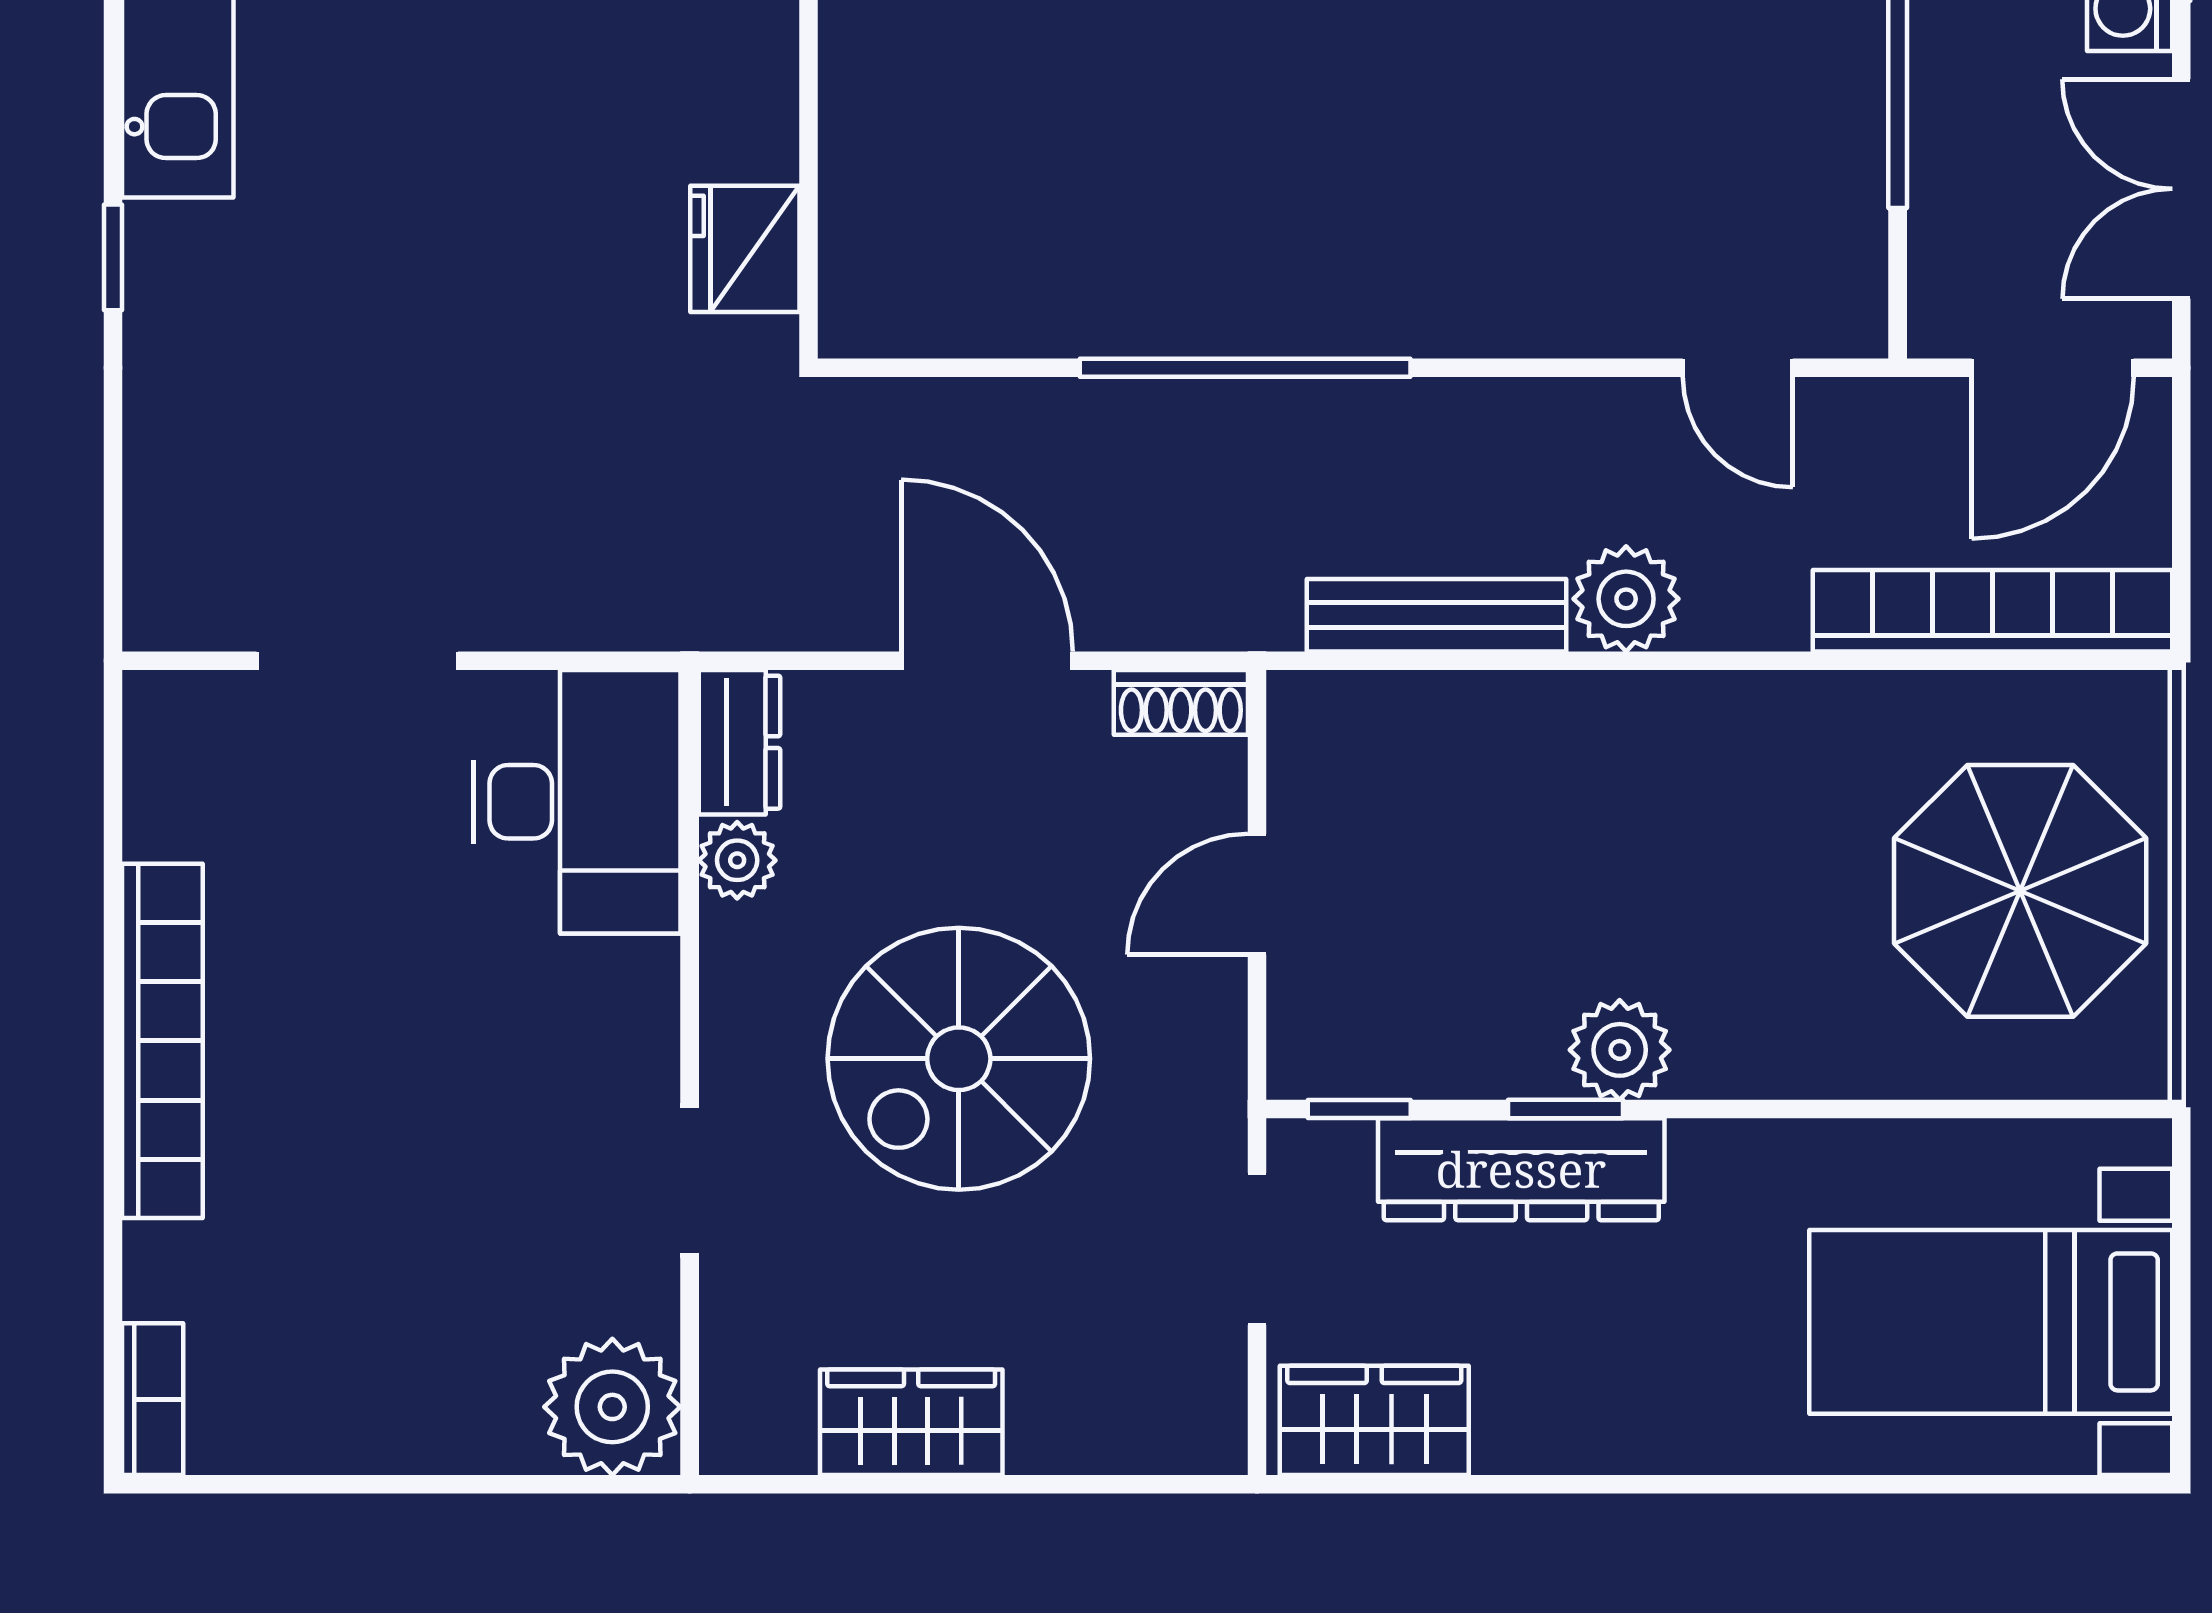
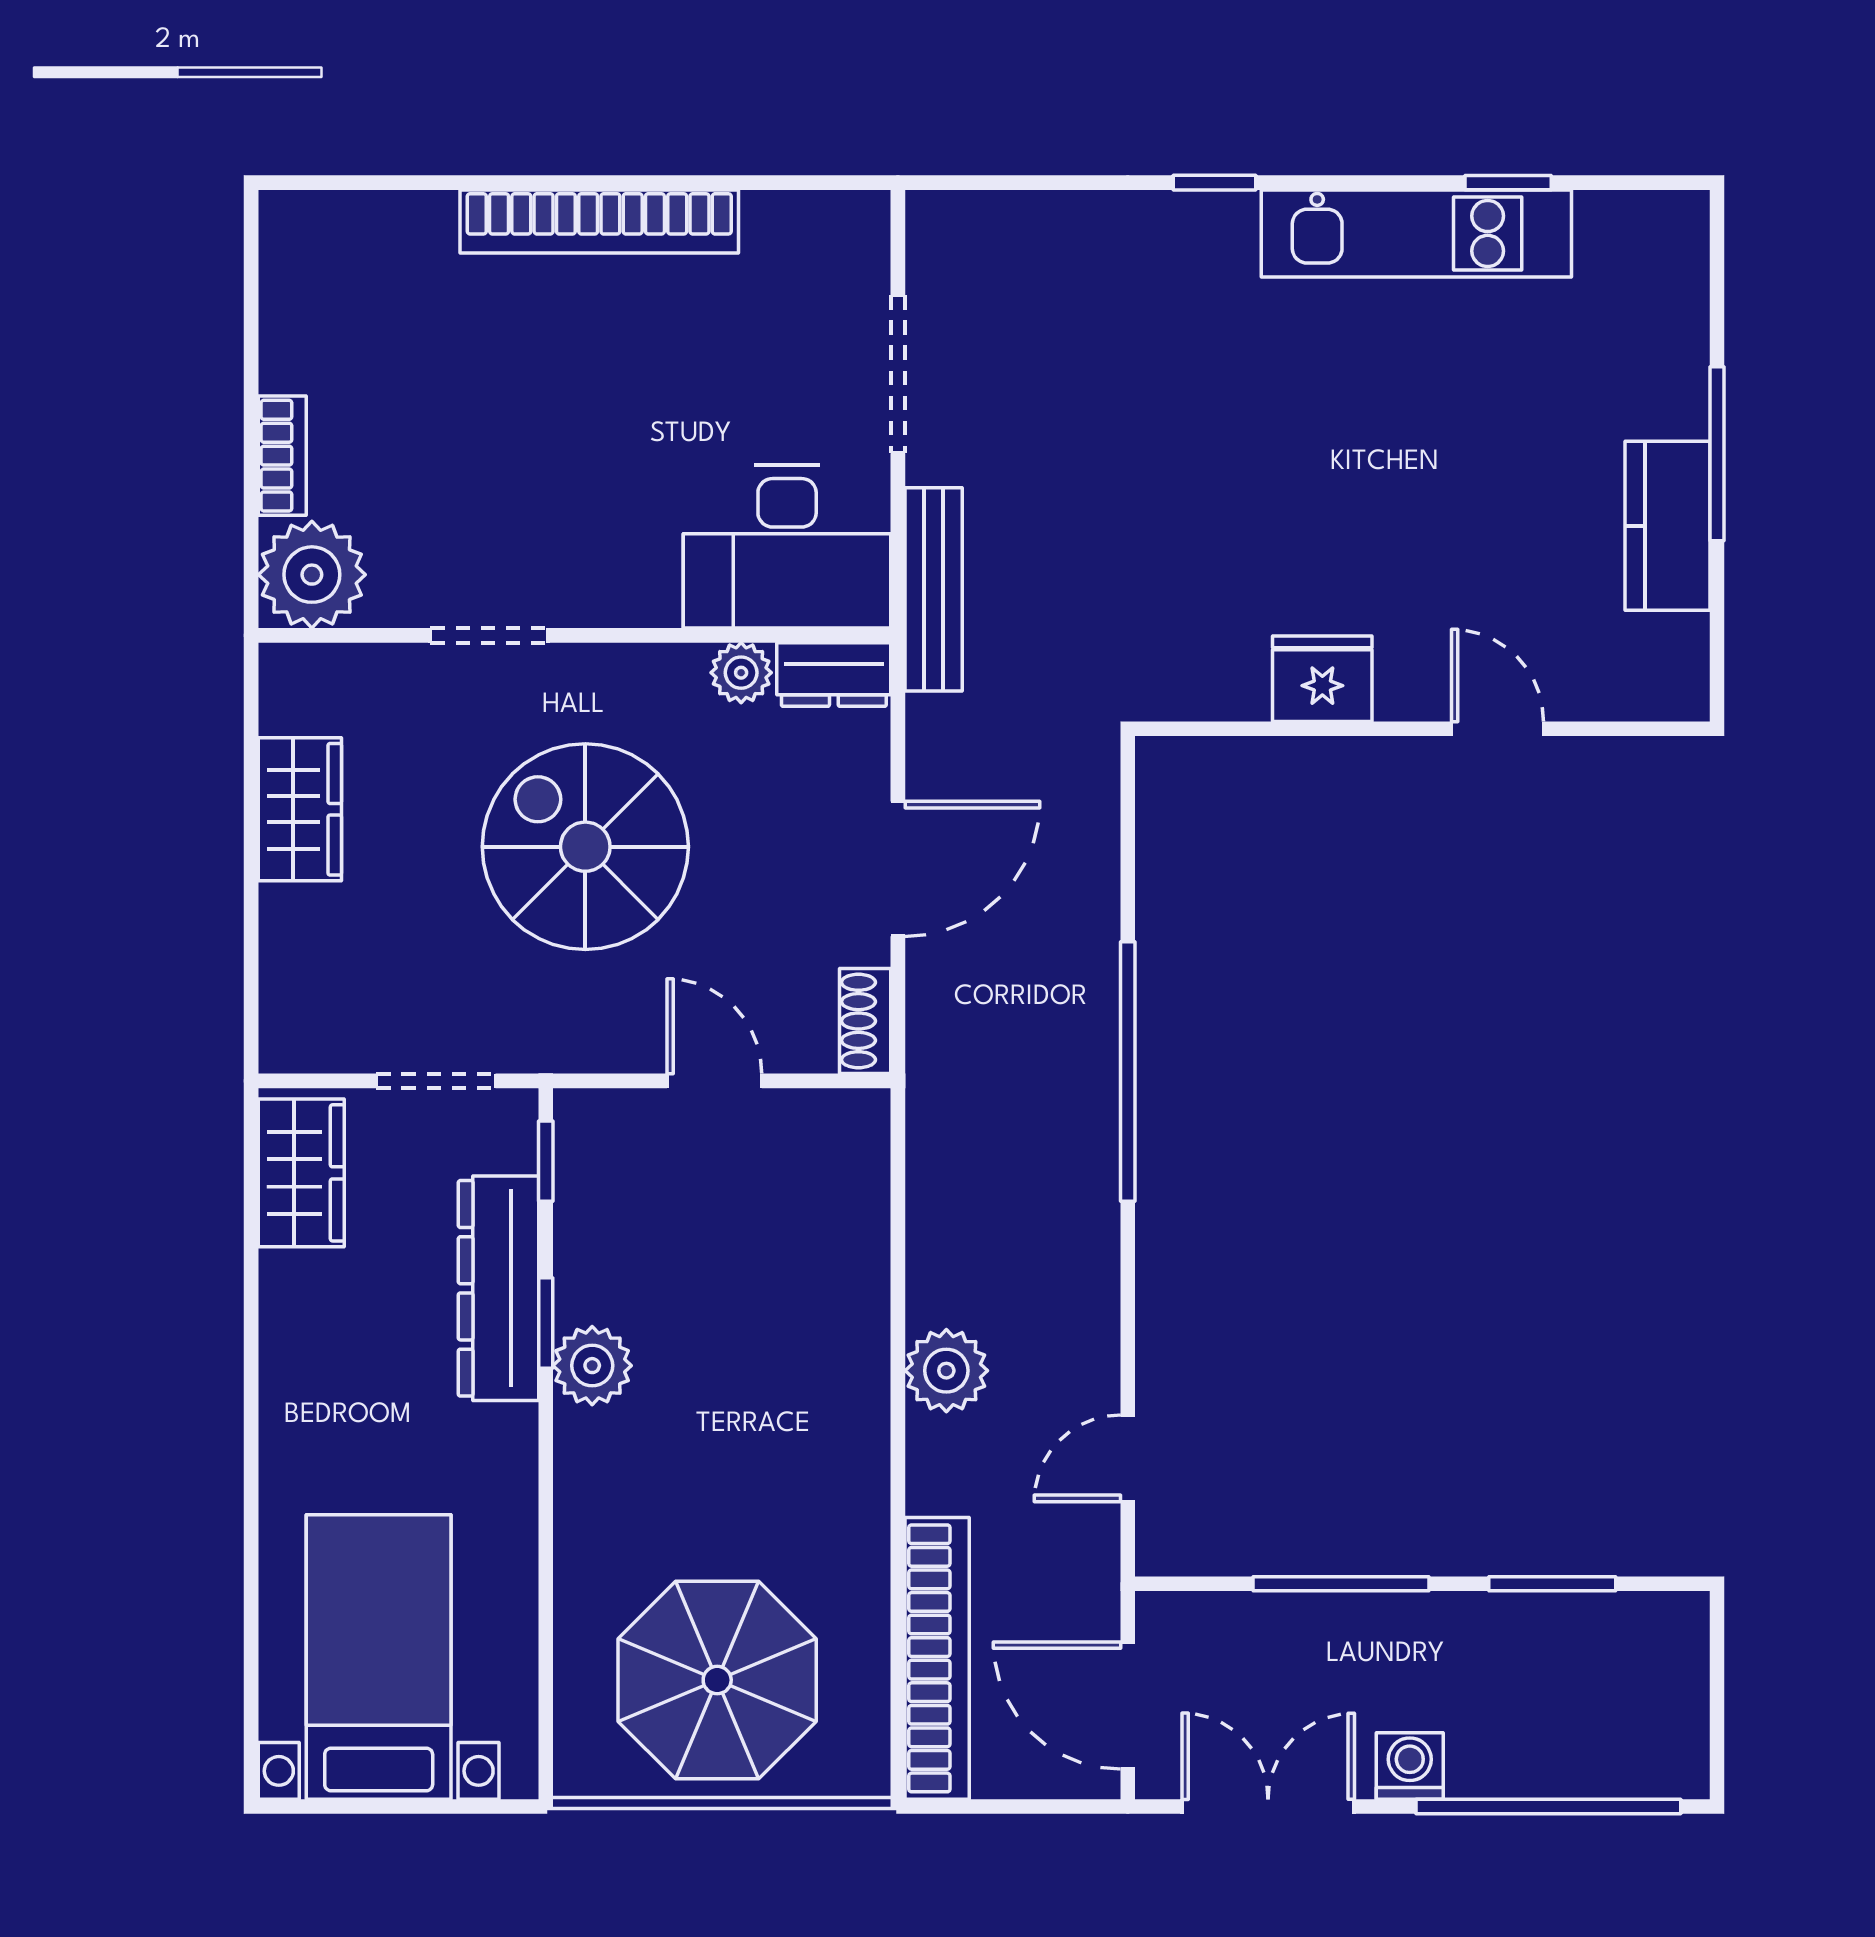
fridge: (745, 249) -> (1322, 679), moved
bench: (1437, 615) -> (934, 589), moved
bookcase: (153, 1399) -> (282, 456), moved, turned -90

